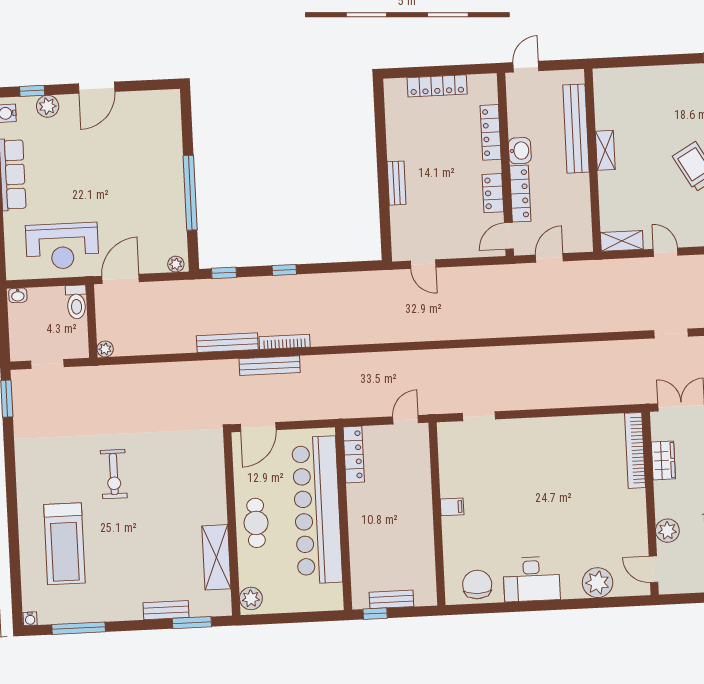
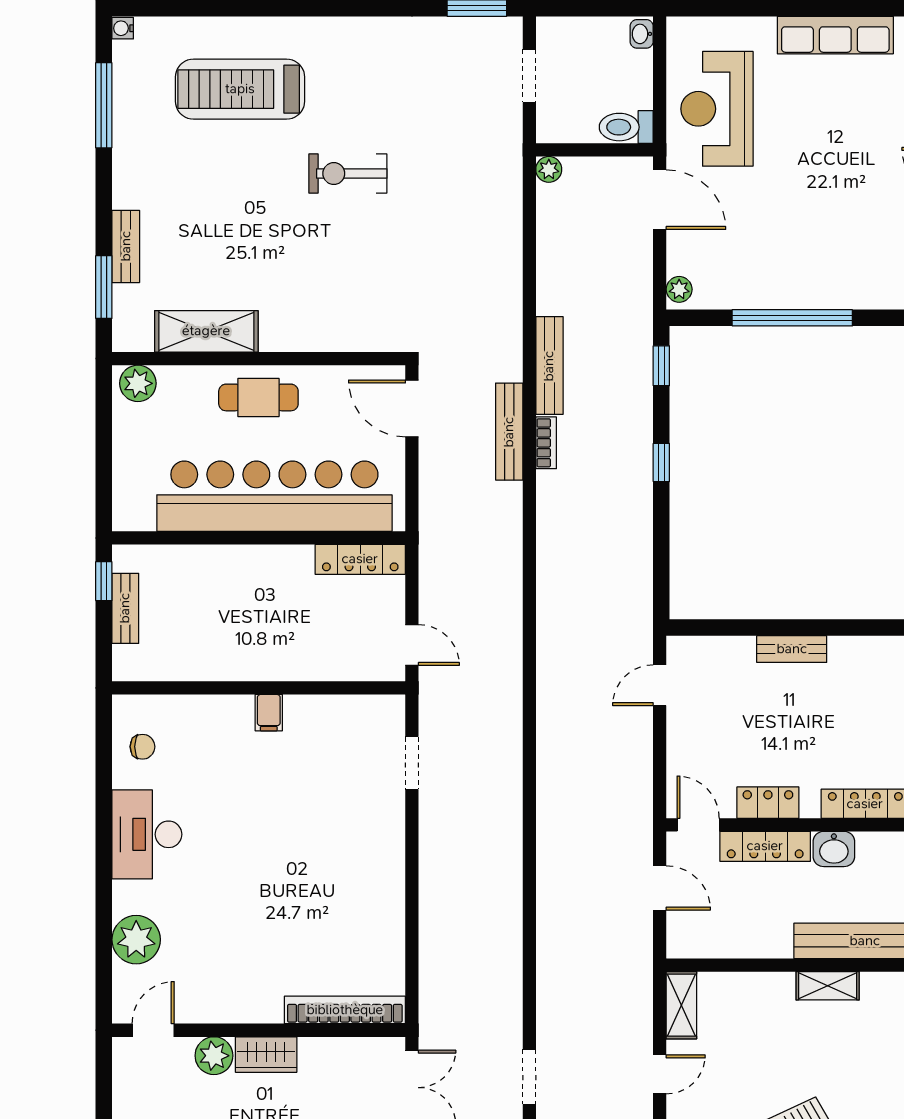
bookcase: (285, 342) -> (546, 443), width x0.64
wardrobe: (663, 460) -> (266, 1055), moved
chair: (477, 585) -> (142, 747), width x0.54, depth x0.54

